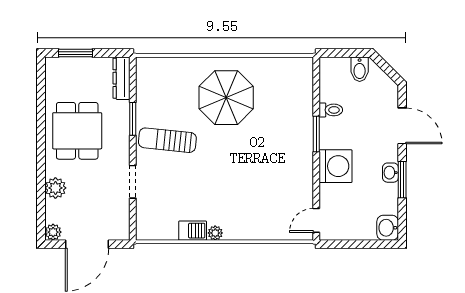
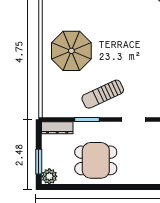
sun lounger: (167, 140) -> (103, 94), turned 59
plant: (55, 188) -> (49, 176), moved

